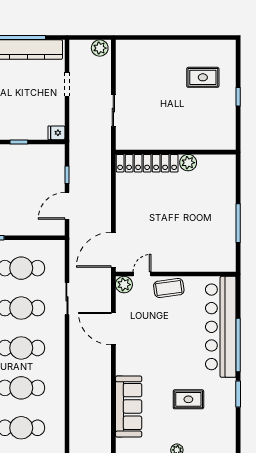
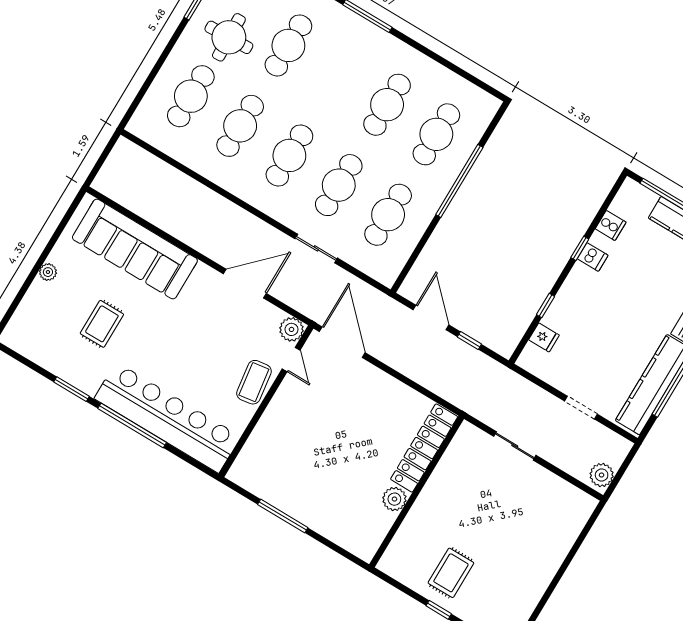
rug: (203, 77) -> (451, 573), moved
fridge: (56, 133) -> (544, 337), moved, turned 90
sofa: (129, 406) -> (135, 249), width x1.36, depth x1.27

